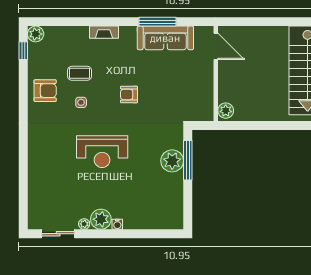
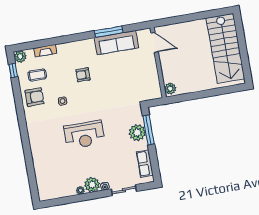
fireplace: (104, 32) -> (45, 51), moved
coffee table: (80, 73) -> (37, 75), moved
armchair: (129, 94) -> (83, 75), moved
row of seats: (175, 203) -> (145, 164), added
sliding door: (58, 234) -> (124, 190), moved

